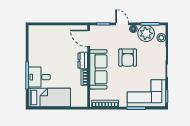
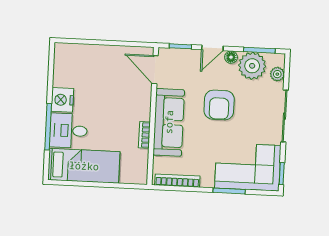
door: (122, 24) -> (212, 48), swing flipped
nightstand: (35, 59) -> (62, 100), added
dresser: (83, 60) -> (143, 106), removed

